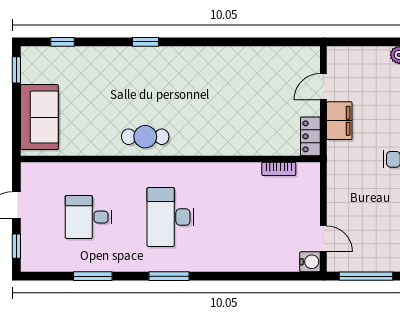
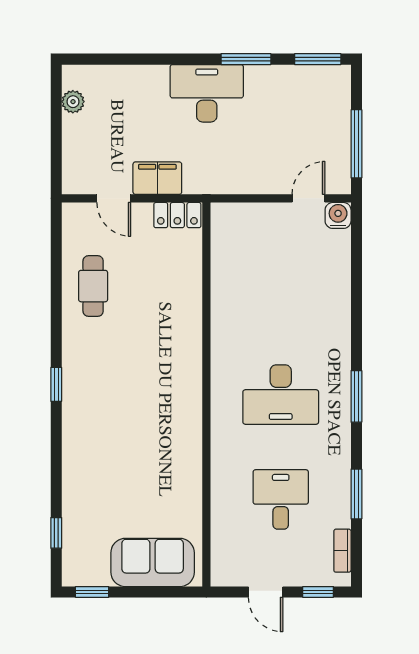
window: (145, 42) -> (56, 384), moved
cafe table: (145, 137) -> (93, 286), moved
bookcase: (279, 169) -> (342, 551), moved, turned 180
desk: (88, 217) -> (281, 499), turned 180

